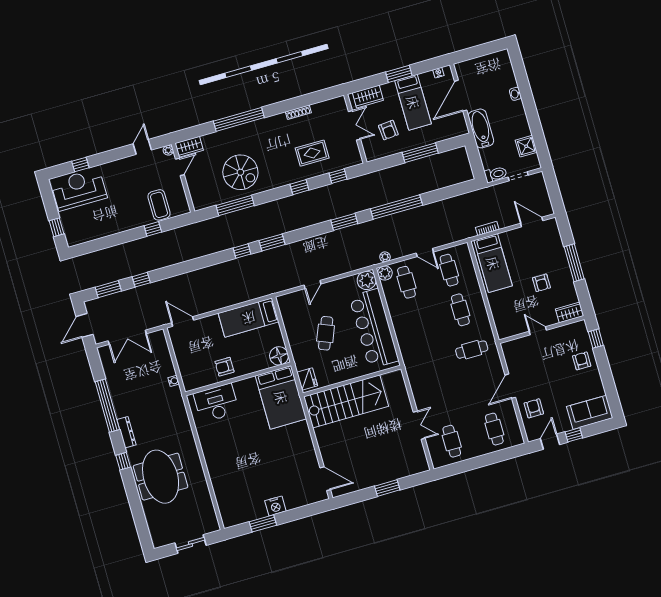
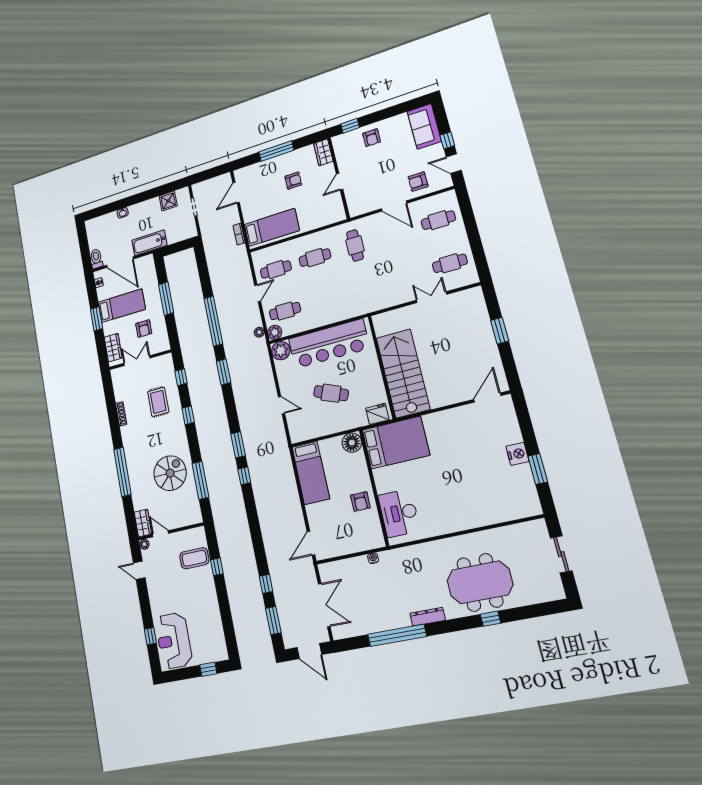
armchair: (388, 130) -> (144, 329), turned 95
toilet: (496, 174) -> (96, 259), moved
armchair: (582, 361) -> (372, 138), turned -90
window: (123, 461) -> (490, 619), moved

